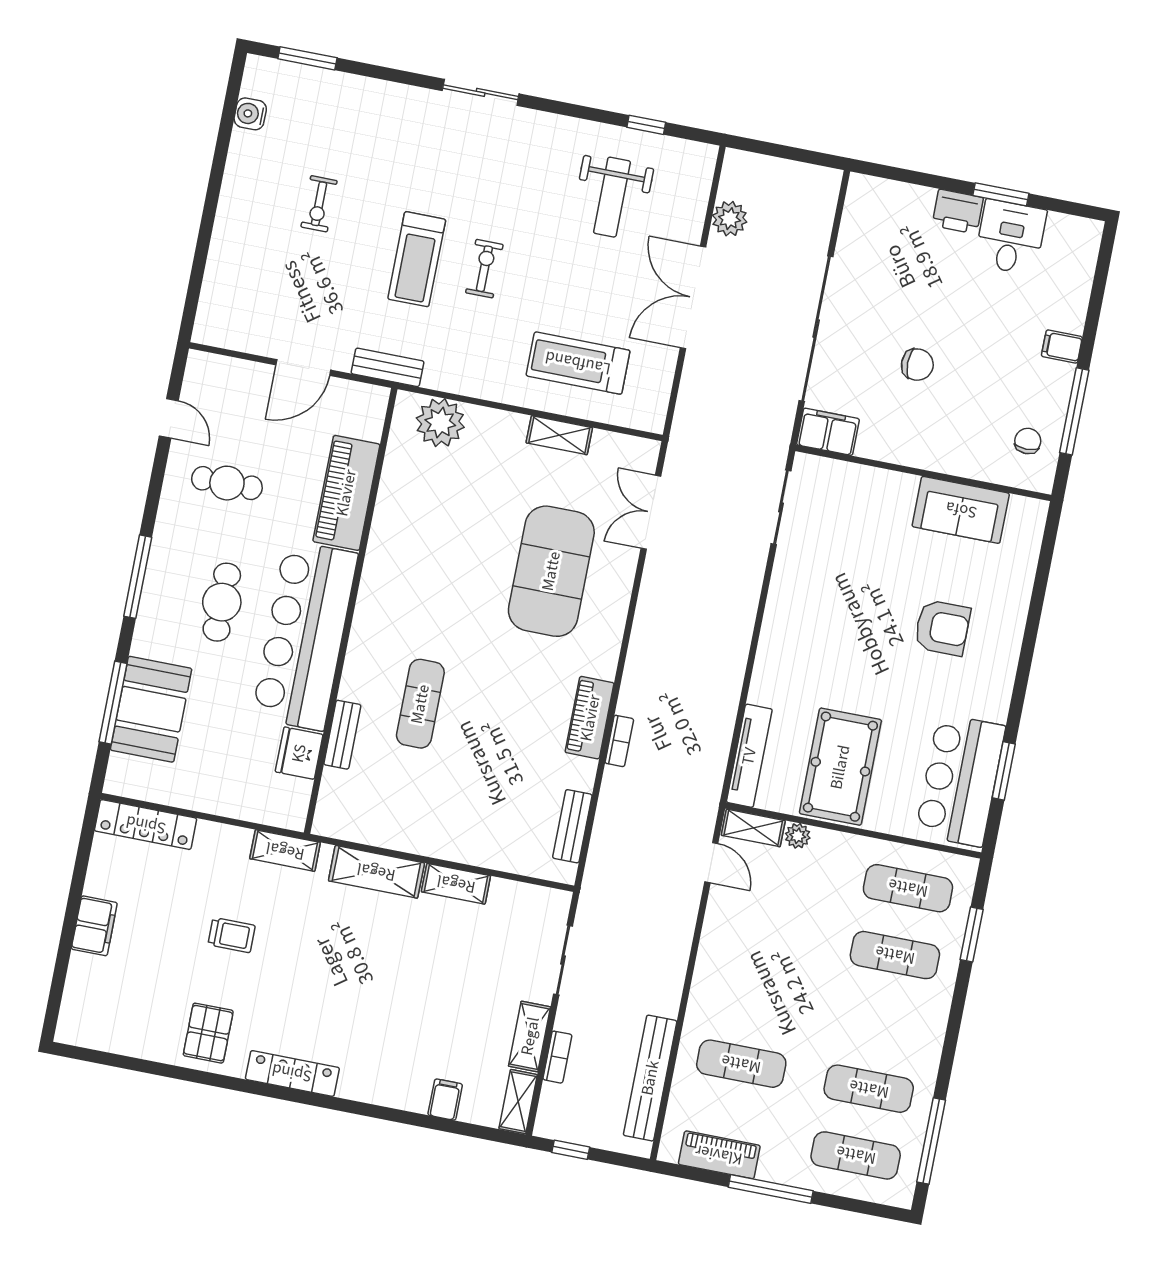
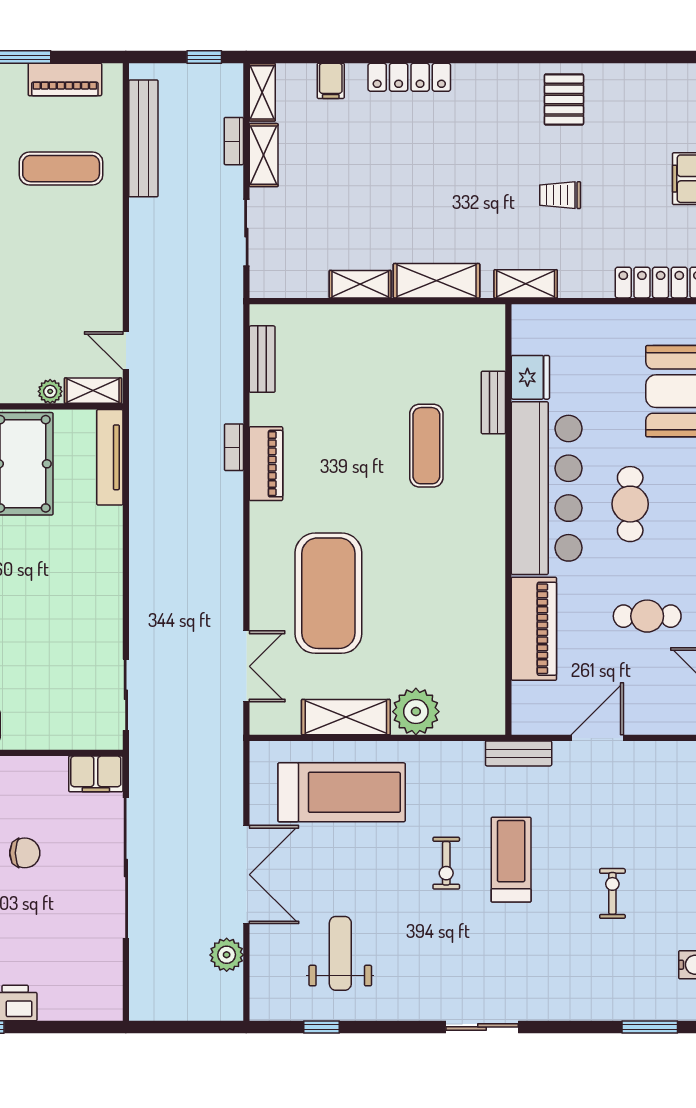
treadmill: (578, 363) -> (342, 792), width x1.37, depth x1.38
chair: (917, 365) -> (25, 853), turned 180
plant: (440, 423) -> (416, 712), moved
shelving: (559, 435) -> (346, 717), width x1.50, depth x1.33
locker: (292, 1073) -> (409, 77), moved

